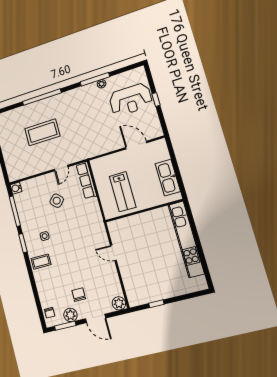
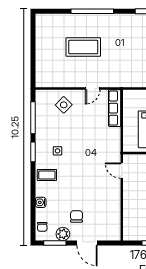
water cooler: (16, 188) -> (41, 202), moved
side table: (57, 201) -> (64, 105), moved
door: (113, 253) -> (122, 171), moved
plant: (119, 303) -> (114, 234), removed

